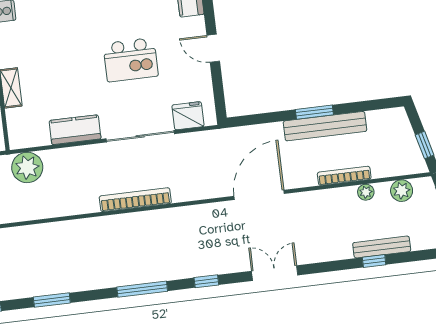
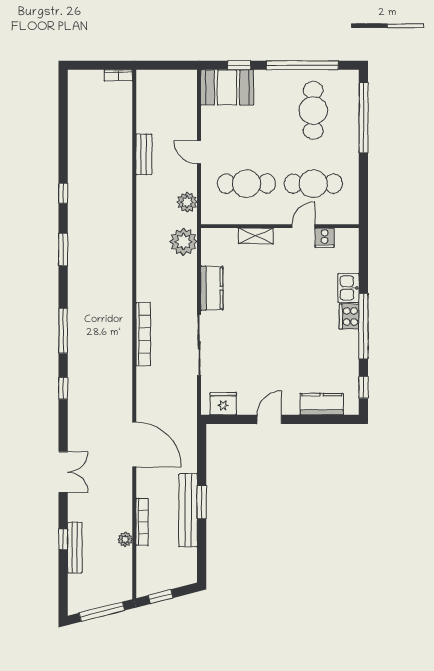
kitchen island: (131, 60) -> (268, 345), removed
fridge: (188, 116) -> (223, 404), moved, turned -90
plant: (402, 191) -> (123, 571), removed
double door: (275, 273) -> (63, 472), moved

